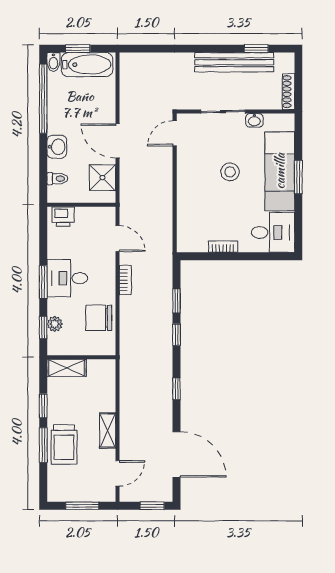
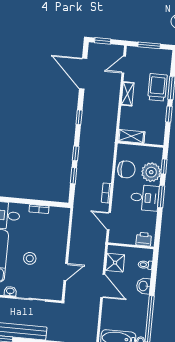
door: (175, 133) -> (66, 272), moved
plant: (55, 324) -> (151, 172), width x1.87, depth x1.87
shelving: (67, 368) -> (131, 136), moved

